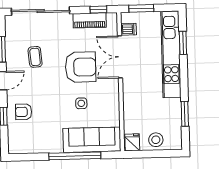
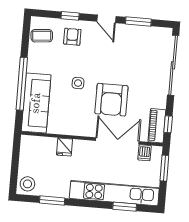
piano: (90, 20) -> (157, 126), moved
coffee table: (35, 57) -> (42, 36), moved
side table: (81, 103) -> (78, 83), moved
stool: (156, 140) -> (27, 184), moved
fridge: (132, 142) -> (65, 147), moved, turned 90

